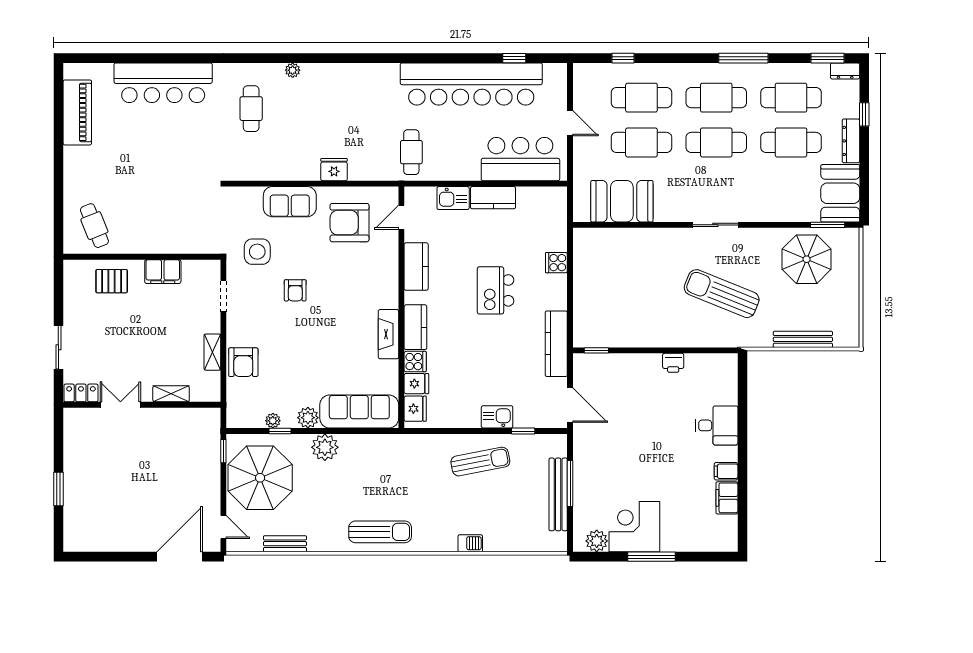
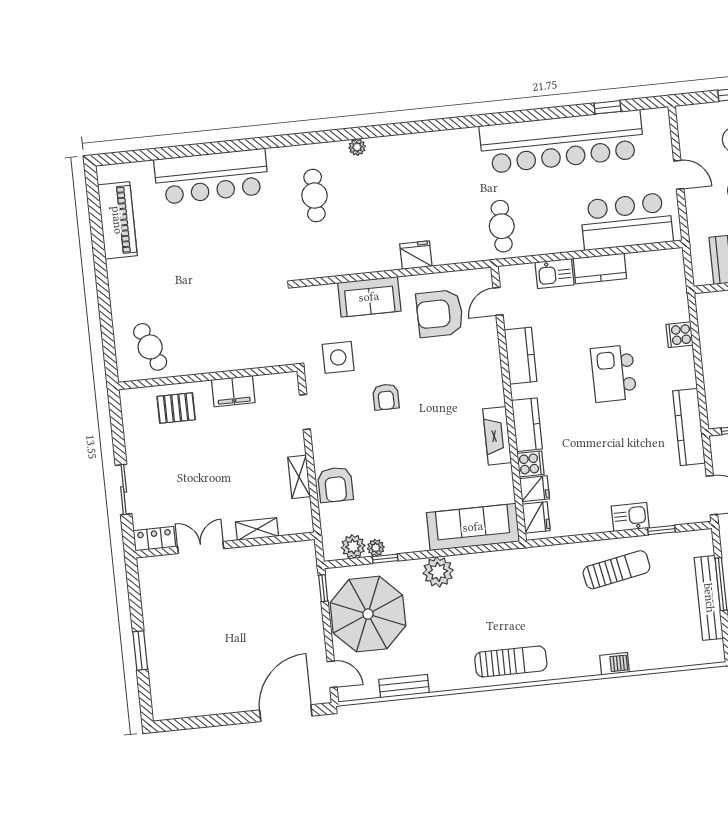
plant: (308, 418) -> (353, 547), moved

